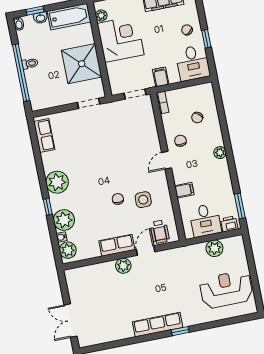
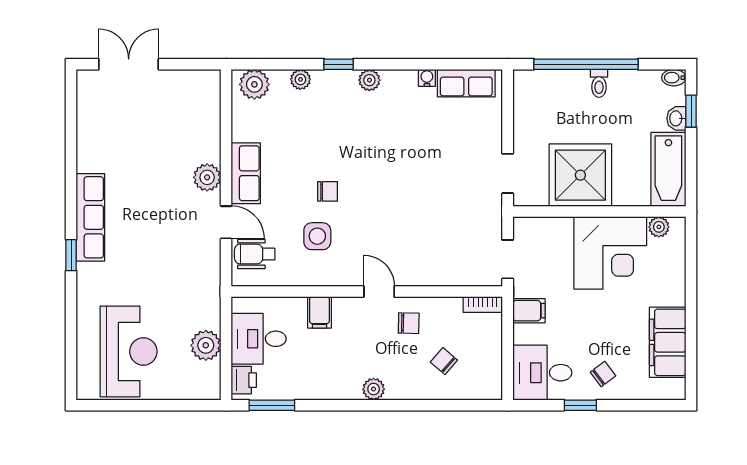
plant: (57, 182) -> (369, 80), width x0.53, depth x0.53
plant: (64, 220) -> (300, 79), width x0.53, depth x0.53
water cooler: (61, 237) -> (427, 78), moved

